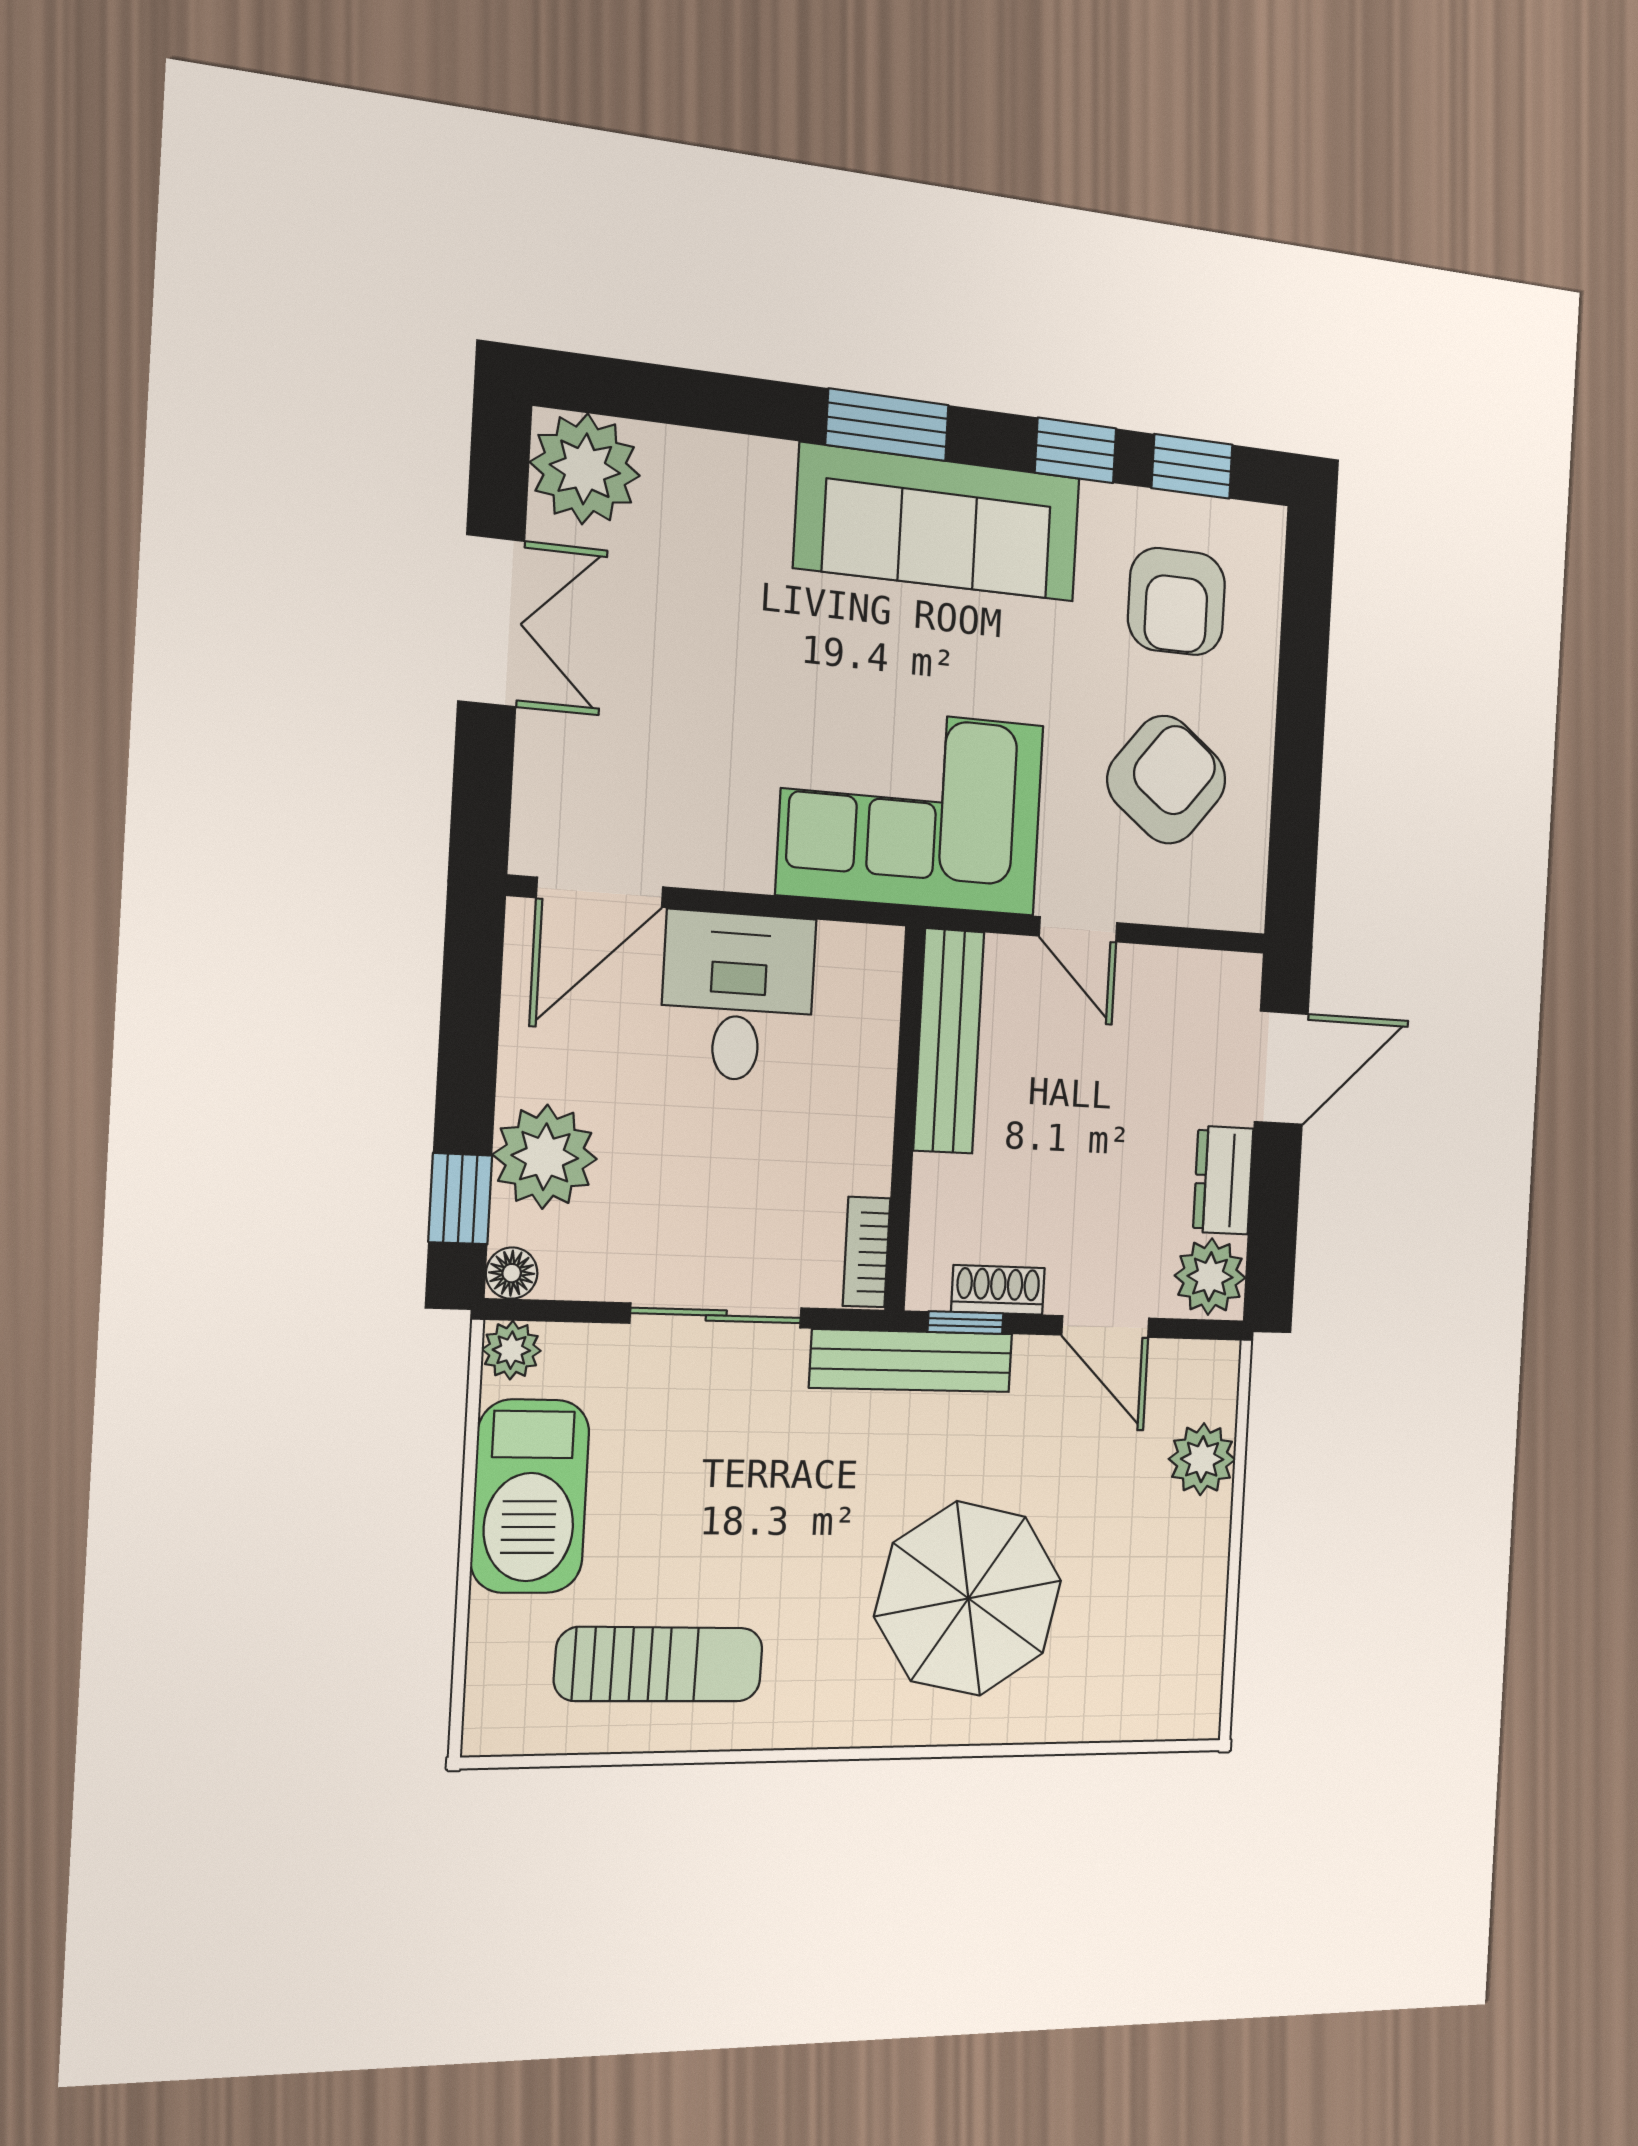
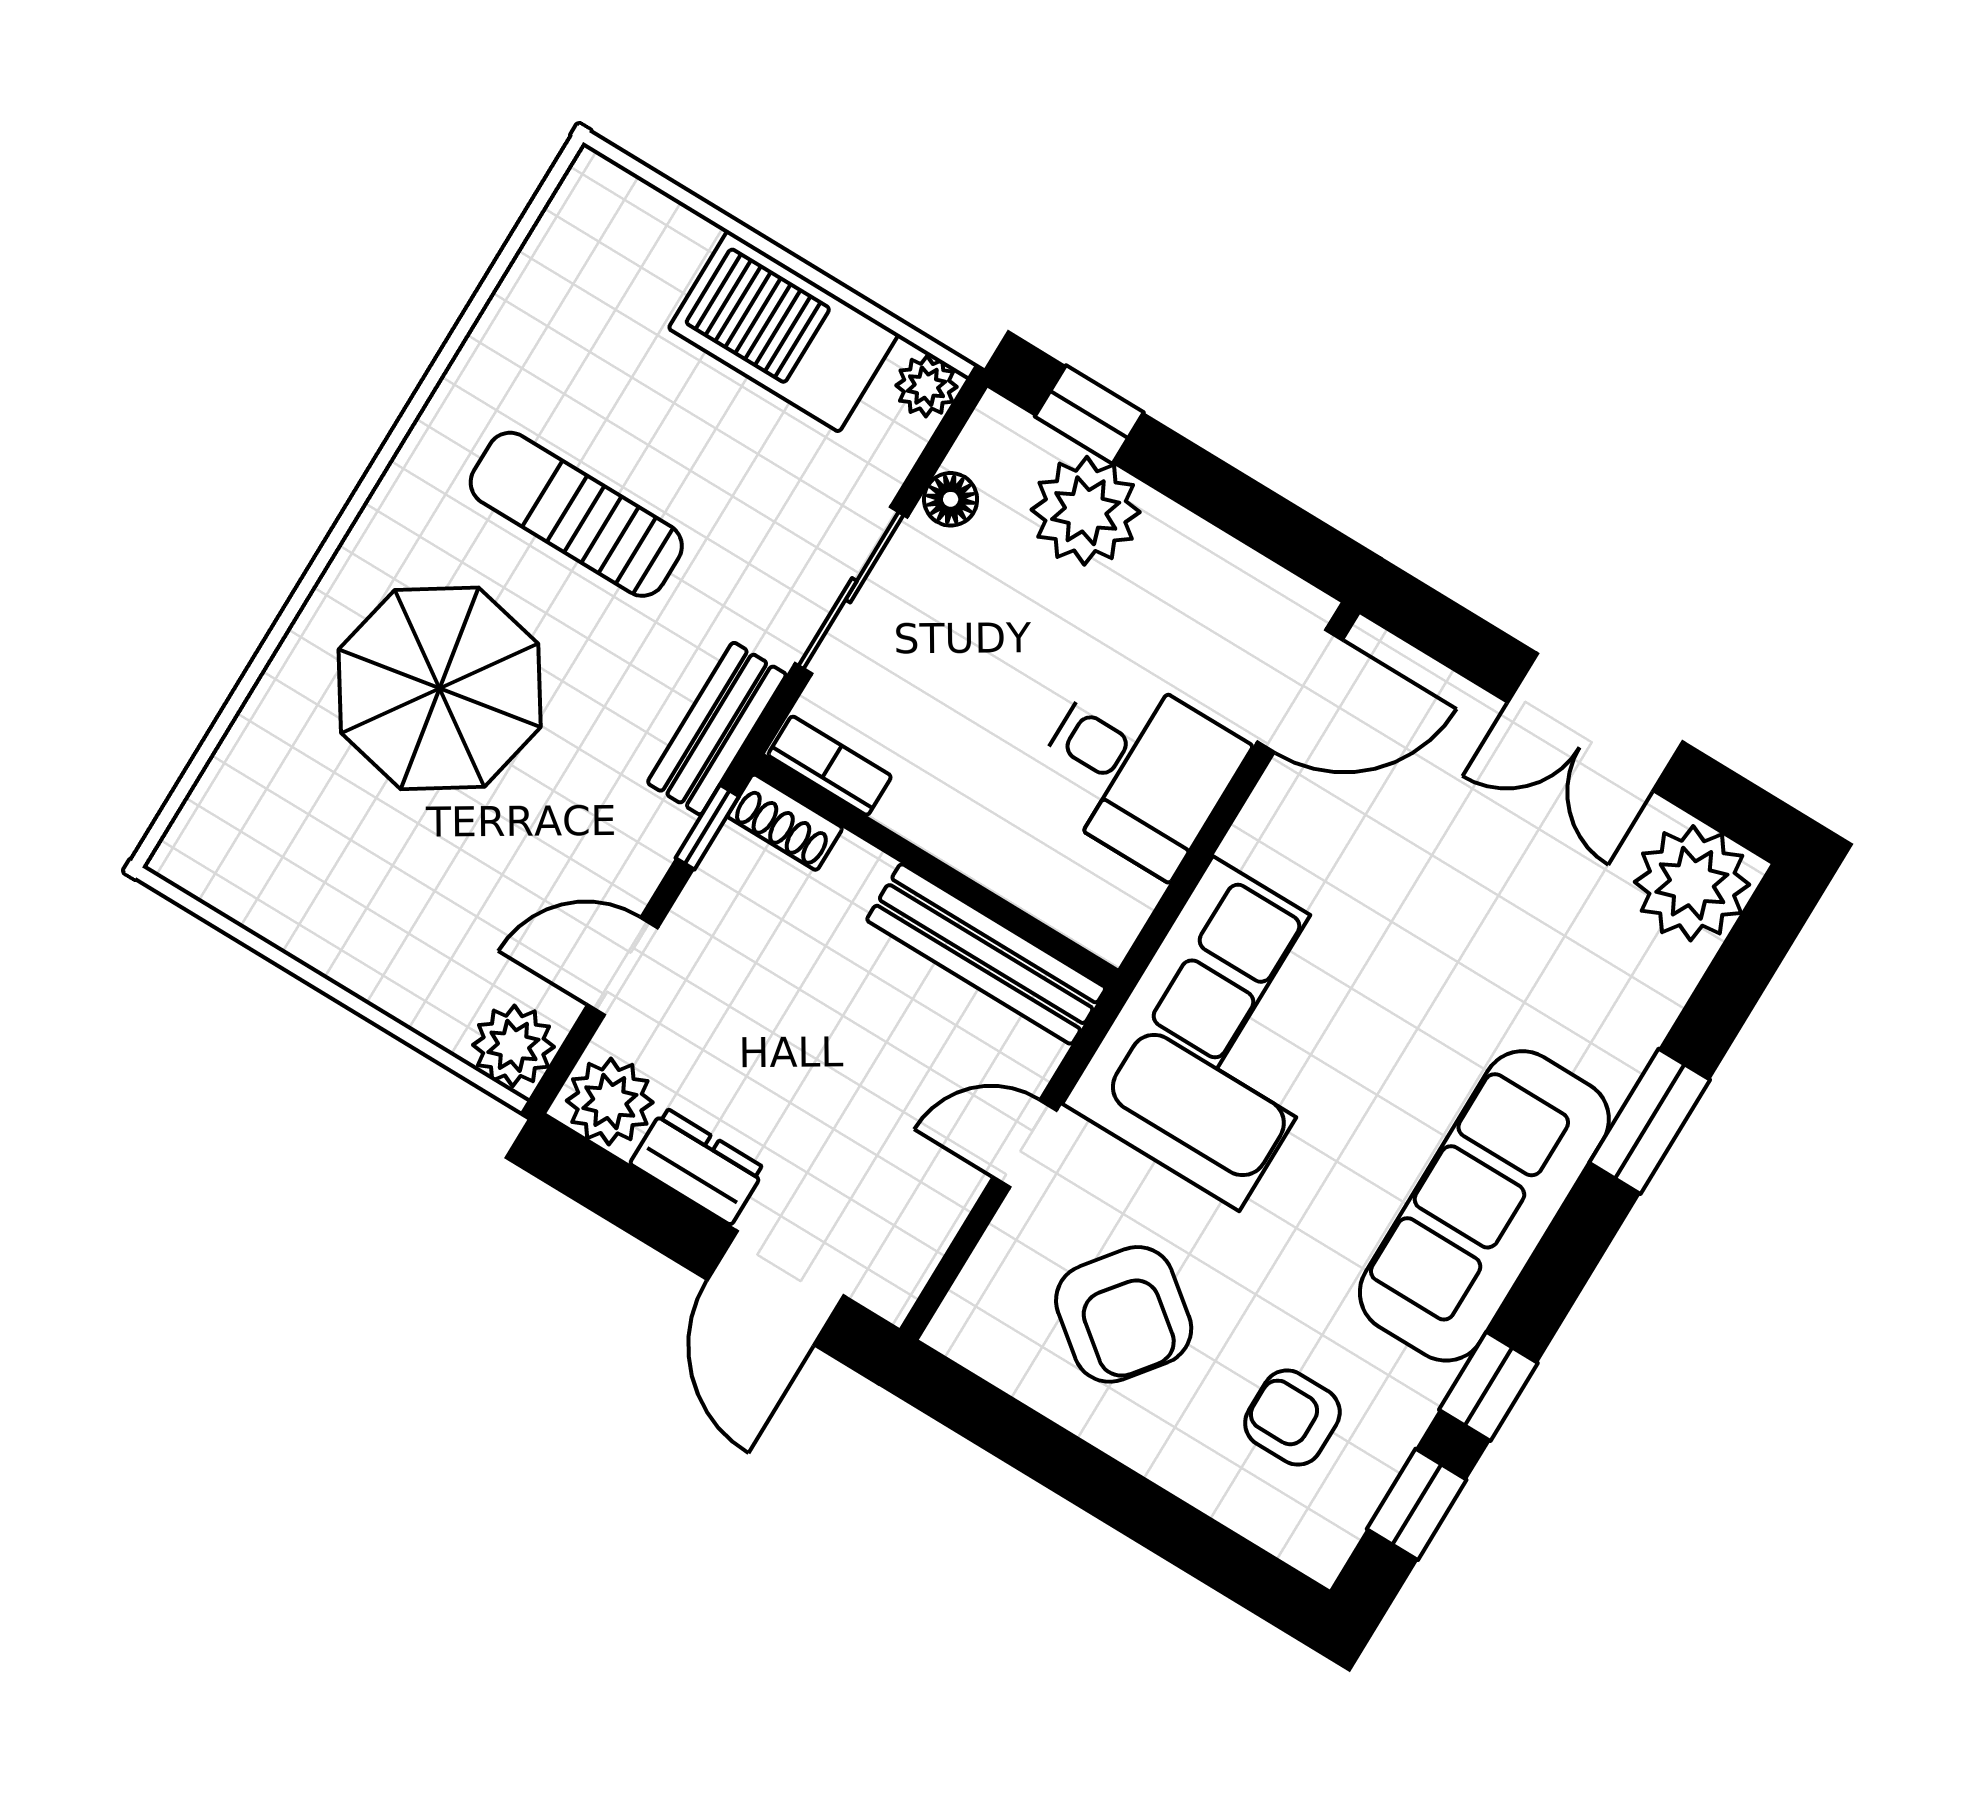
window: (887, 425) -> (1650, 1121), moved
armchair: (1177, 602) -> (1292, 1418), width x0.72, depth x0.72
door: (600, 892) -> (1300, 691), swing flipped
floor lamp: (512, 1273) -> (951, 499), moved
shoe rack: (998, 1290) -> (785, 822), moved, turned 90
bench: (911, 1361) -> (717, 729), width x0.73
plant: (1202, 1459) -> (513, 1046), moved
sun lounger: (659, 1664) -> (576, 514), moved, turned 89

